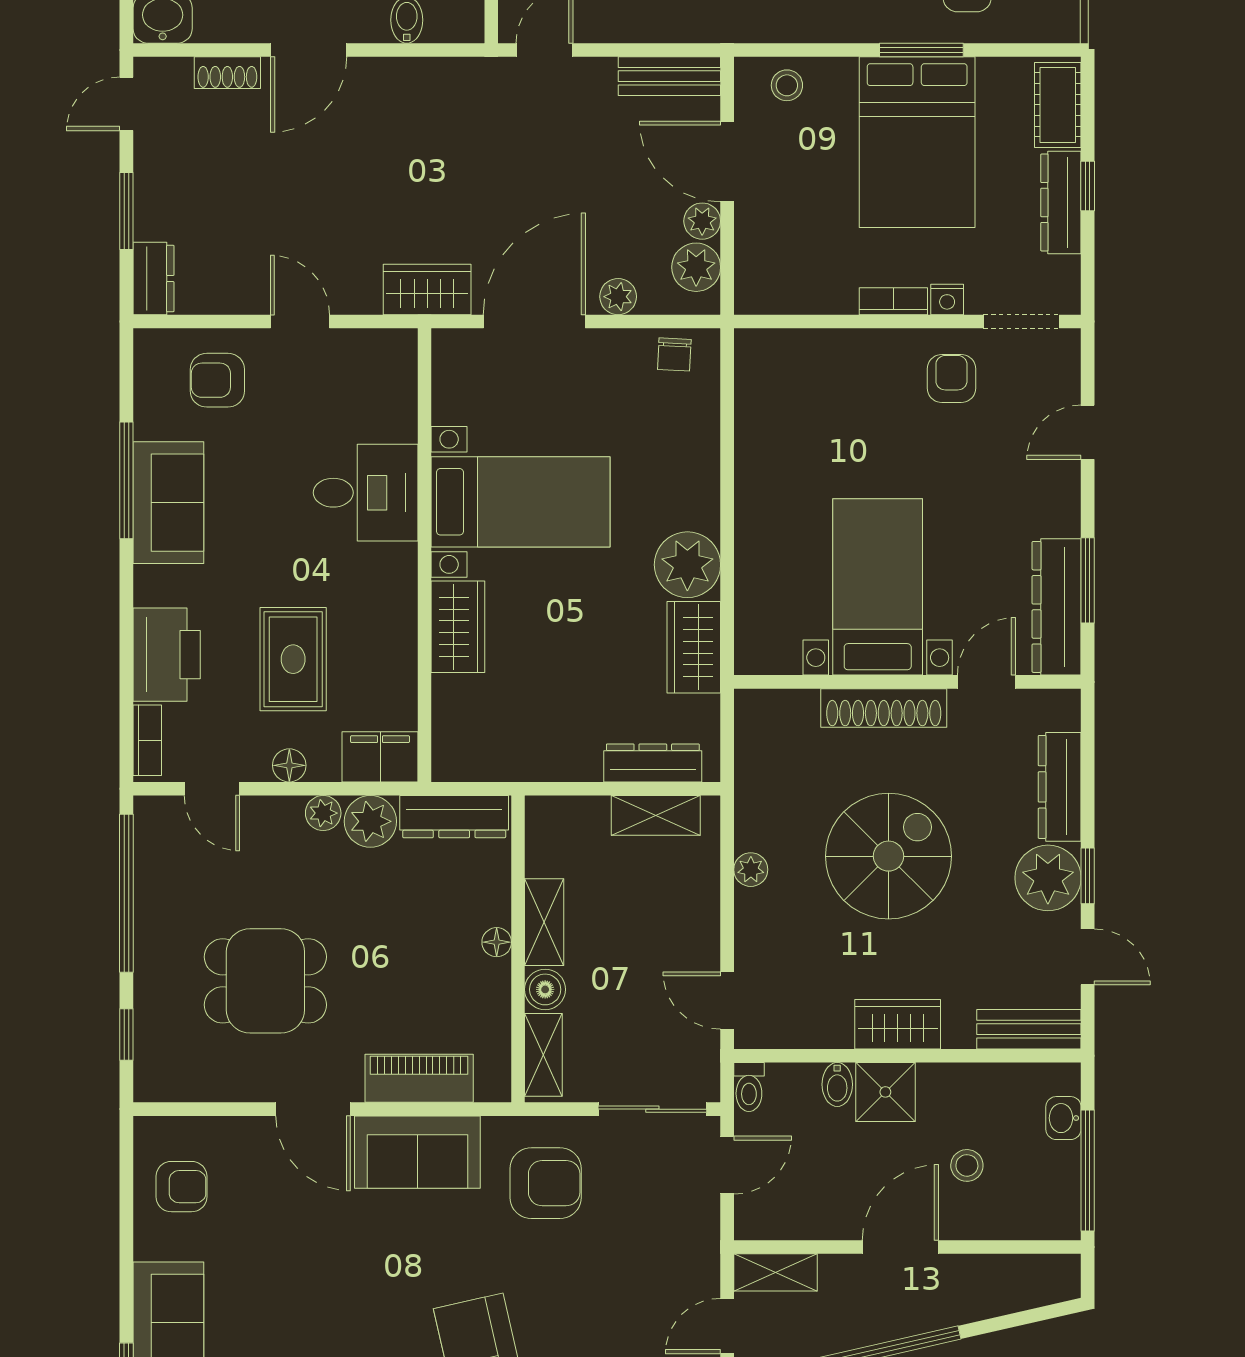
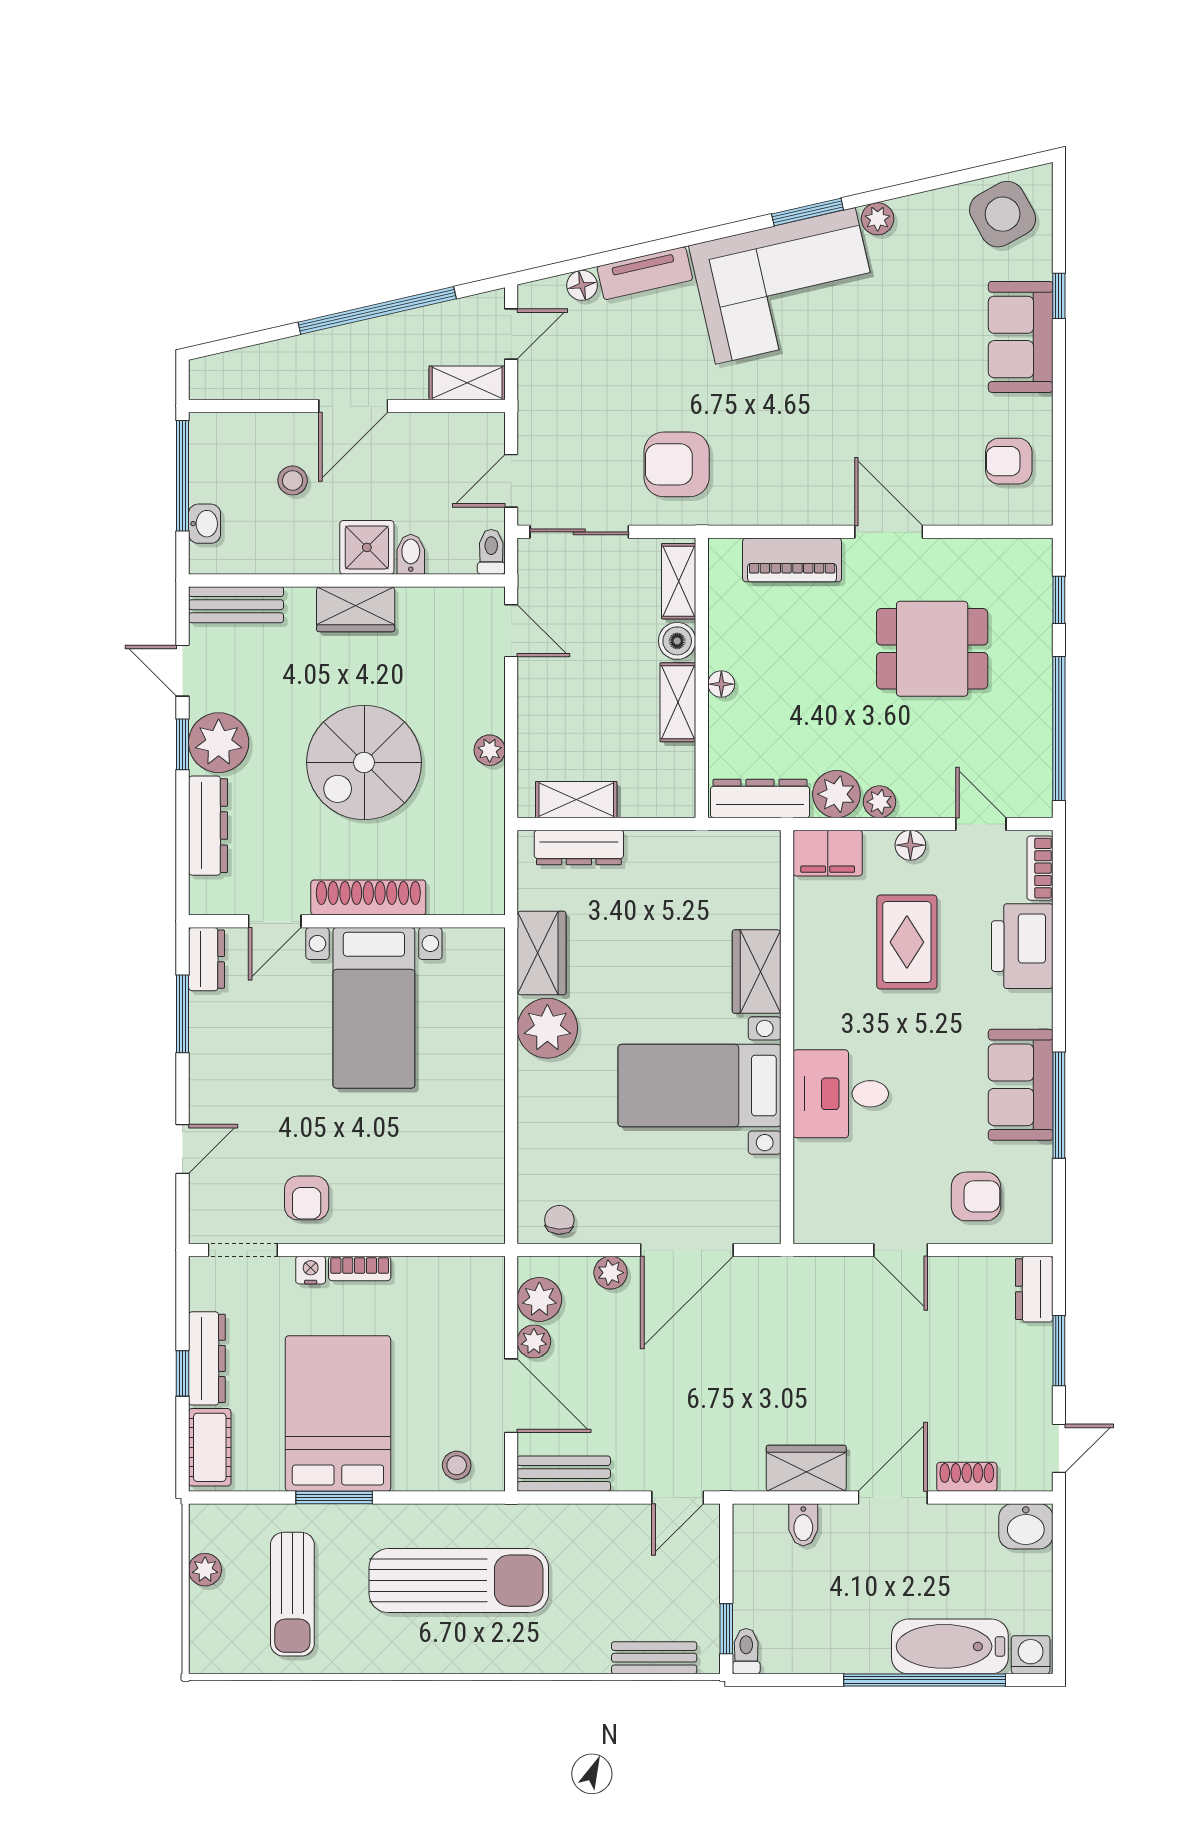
wardrobe: (427, 289) -> (806, 1468), moved, turned 180
dresser: (1057, 607) -> (206, 959), width x0.51, depth x0.80
sofa: (417, 1152) -> (794, 493), removed

